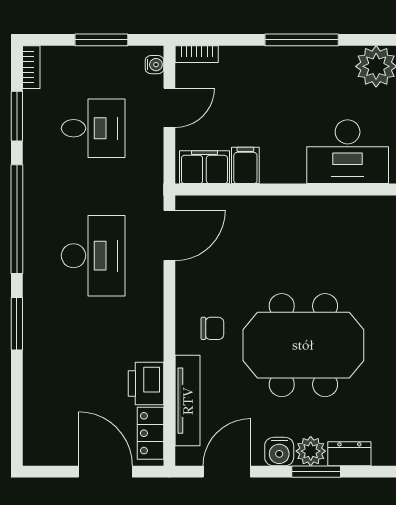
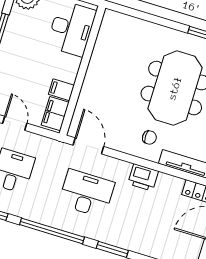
chair: (212, 328) -> (149, 138), turned 90
printer: (146, 383) -> (143, 177), moved

